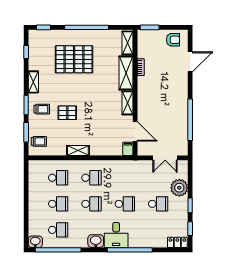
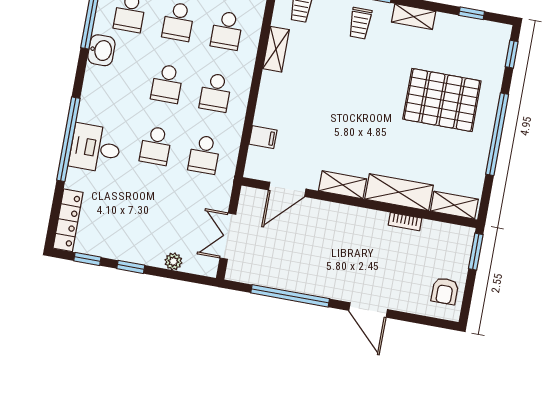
pallet: (74, 59) -> (442, 100), turned 90
door: (190, 62) -> (368, 310), moved
pallet: (67, 113) -> (345, 69), removed
filing cabinet: (128, 149) -> (263, 137), moved
shelving: (78, 150) -> (276, 49), moved
plant: (179, 188) -> (173, 261), width x0.53, depth x0.53
school desk: (158, 204) -> (204, 154), moved
desk: (116, 235) -> (95, 148), moved
washbasin: (96, 241) -> (101, 50), moved
locker: (177, 242) -> (68, 220), width x1.53

